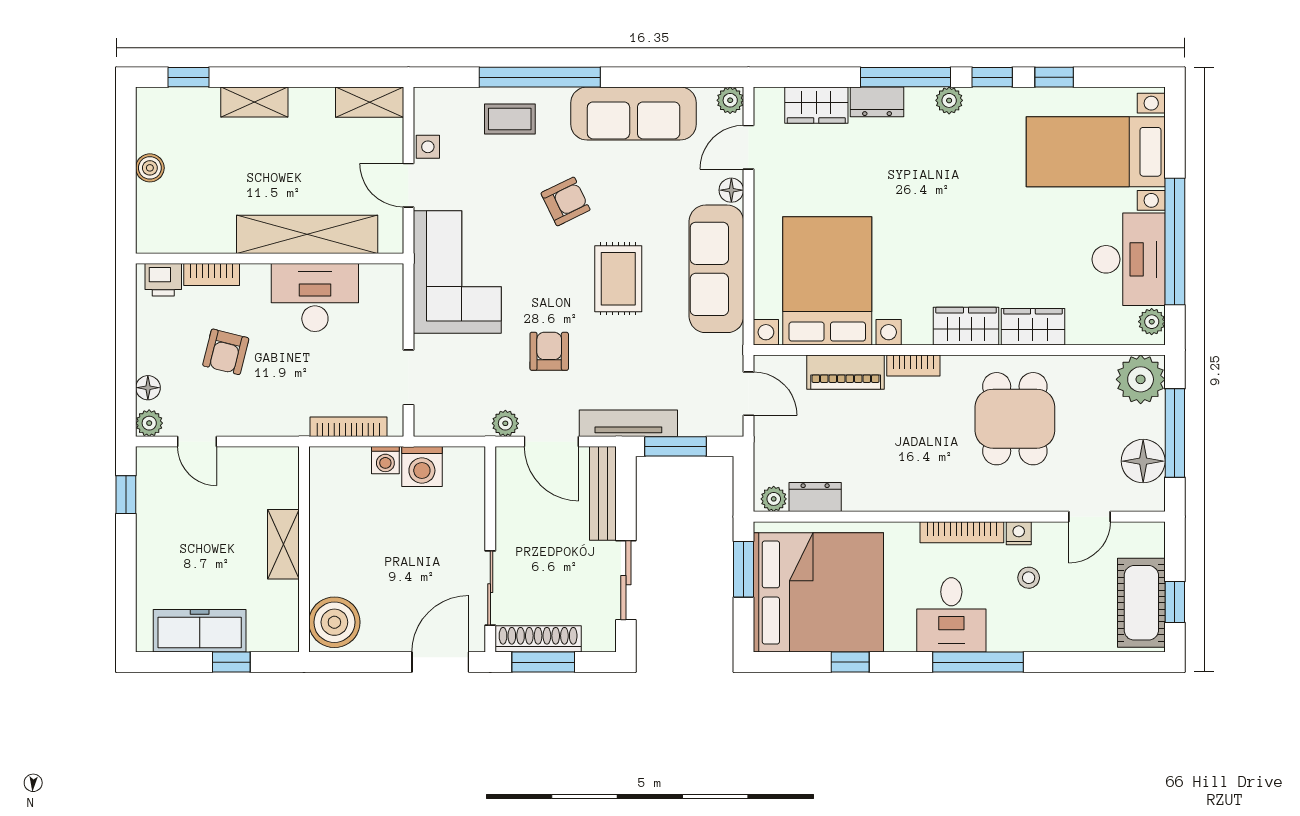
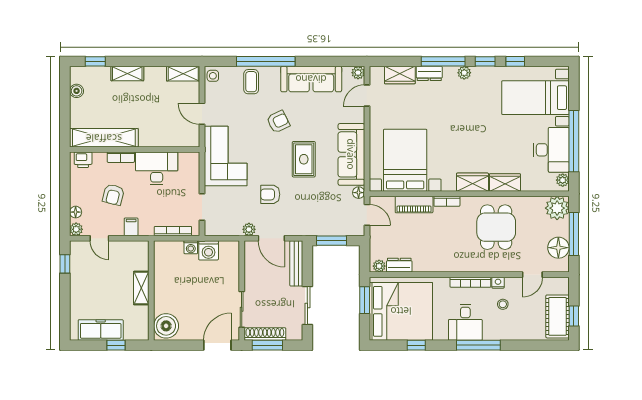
coffee table: (510, 119) -> (251, 82), turned 90
side table: (428, 147) -> (213, 76), moved
boiler: (150, 168) -> (77, 91), moved
floor lamp: (731, 190) -> (359, 193), moved
shelving: (307, 234) -> (104, 138), moved
bookcase: (212, 274) -> (121, 157), moved
armchair: (549, 351) -> (270, 194), turned -90
filing cabinet: (262, 418) -> (131, 227), added
tv unit: (628, 423) -> (309, 229), removed

